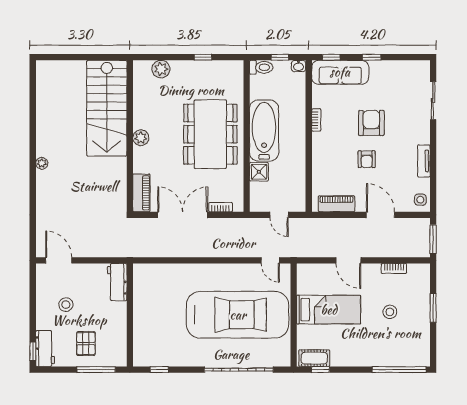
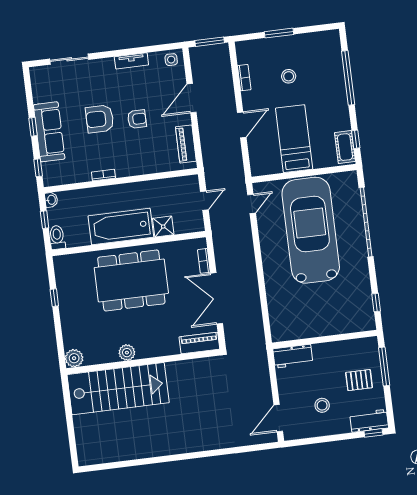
plant: (161, 69) -> (74, 358), moved
sofa: (340, 72) -> (49, 132), moved
plant: (141, 138) -> (127, 353), moved
plant: (42, 163) -> (182, 448), removed
window: (399, 370) -> (348, 78), moved

